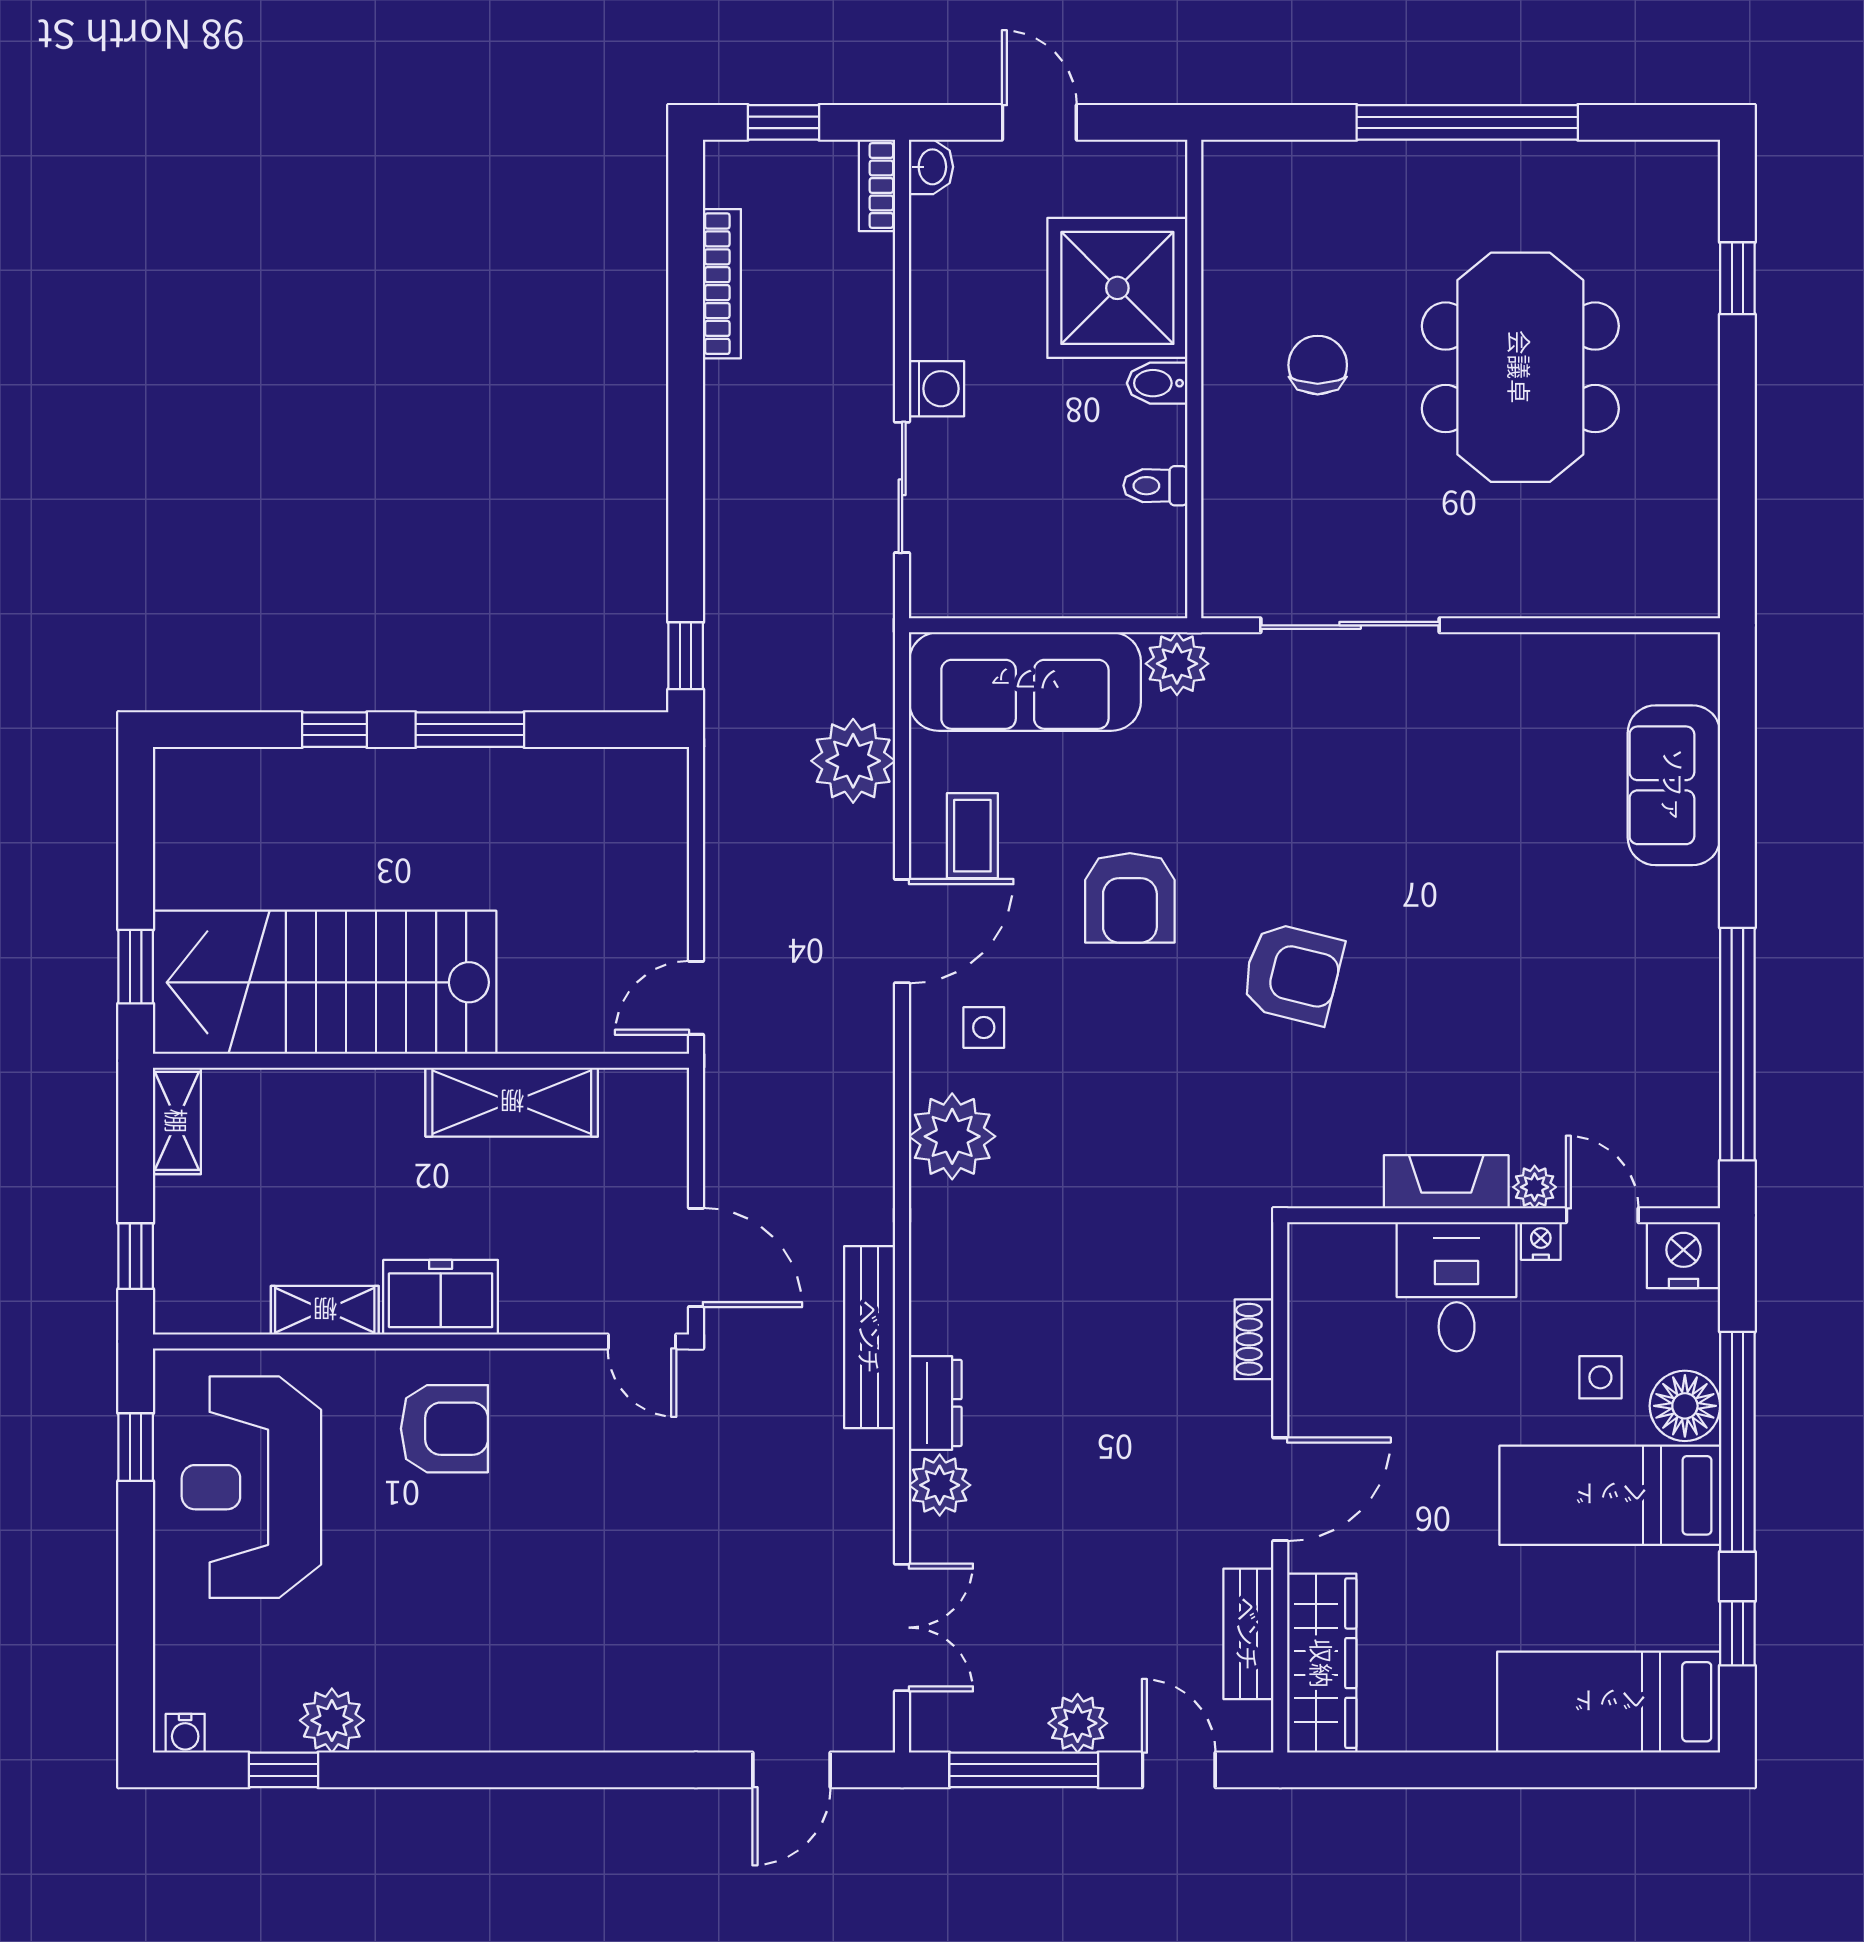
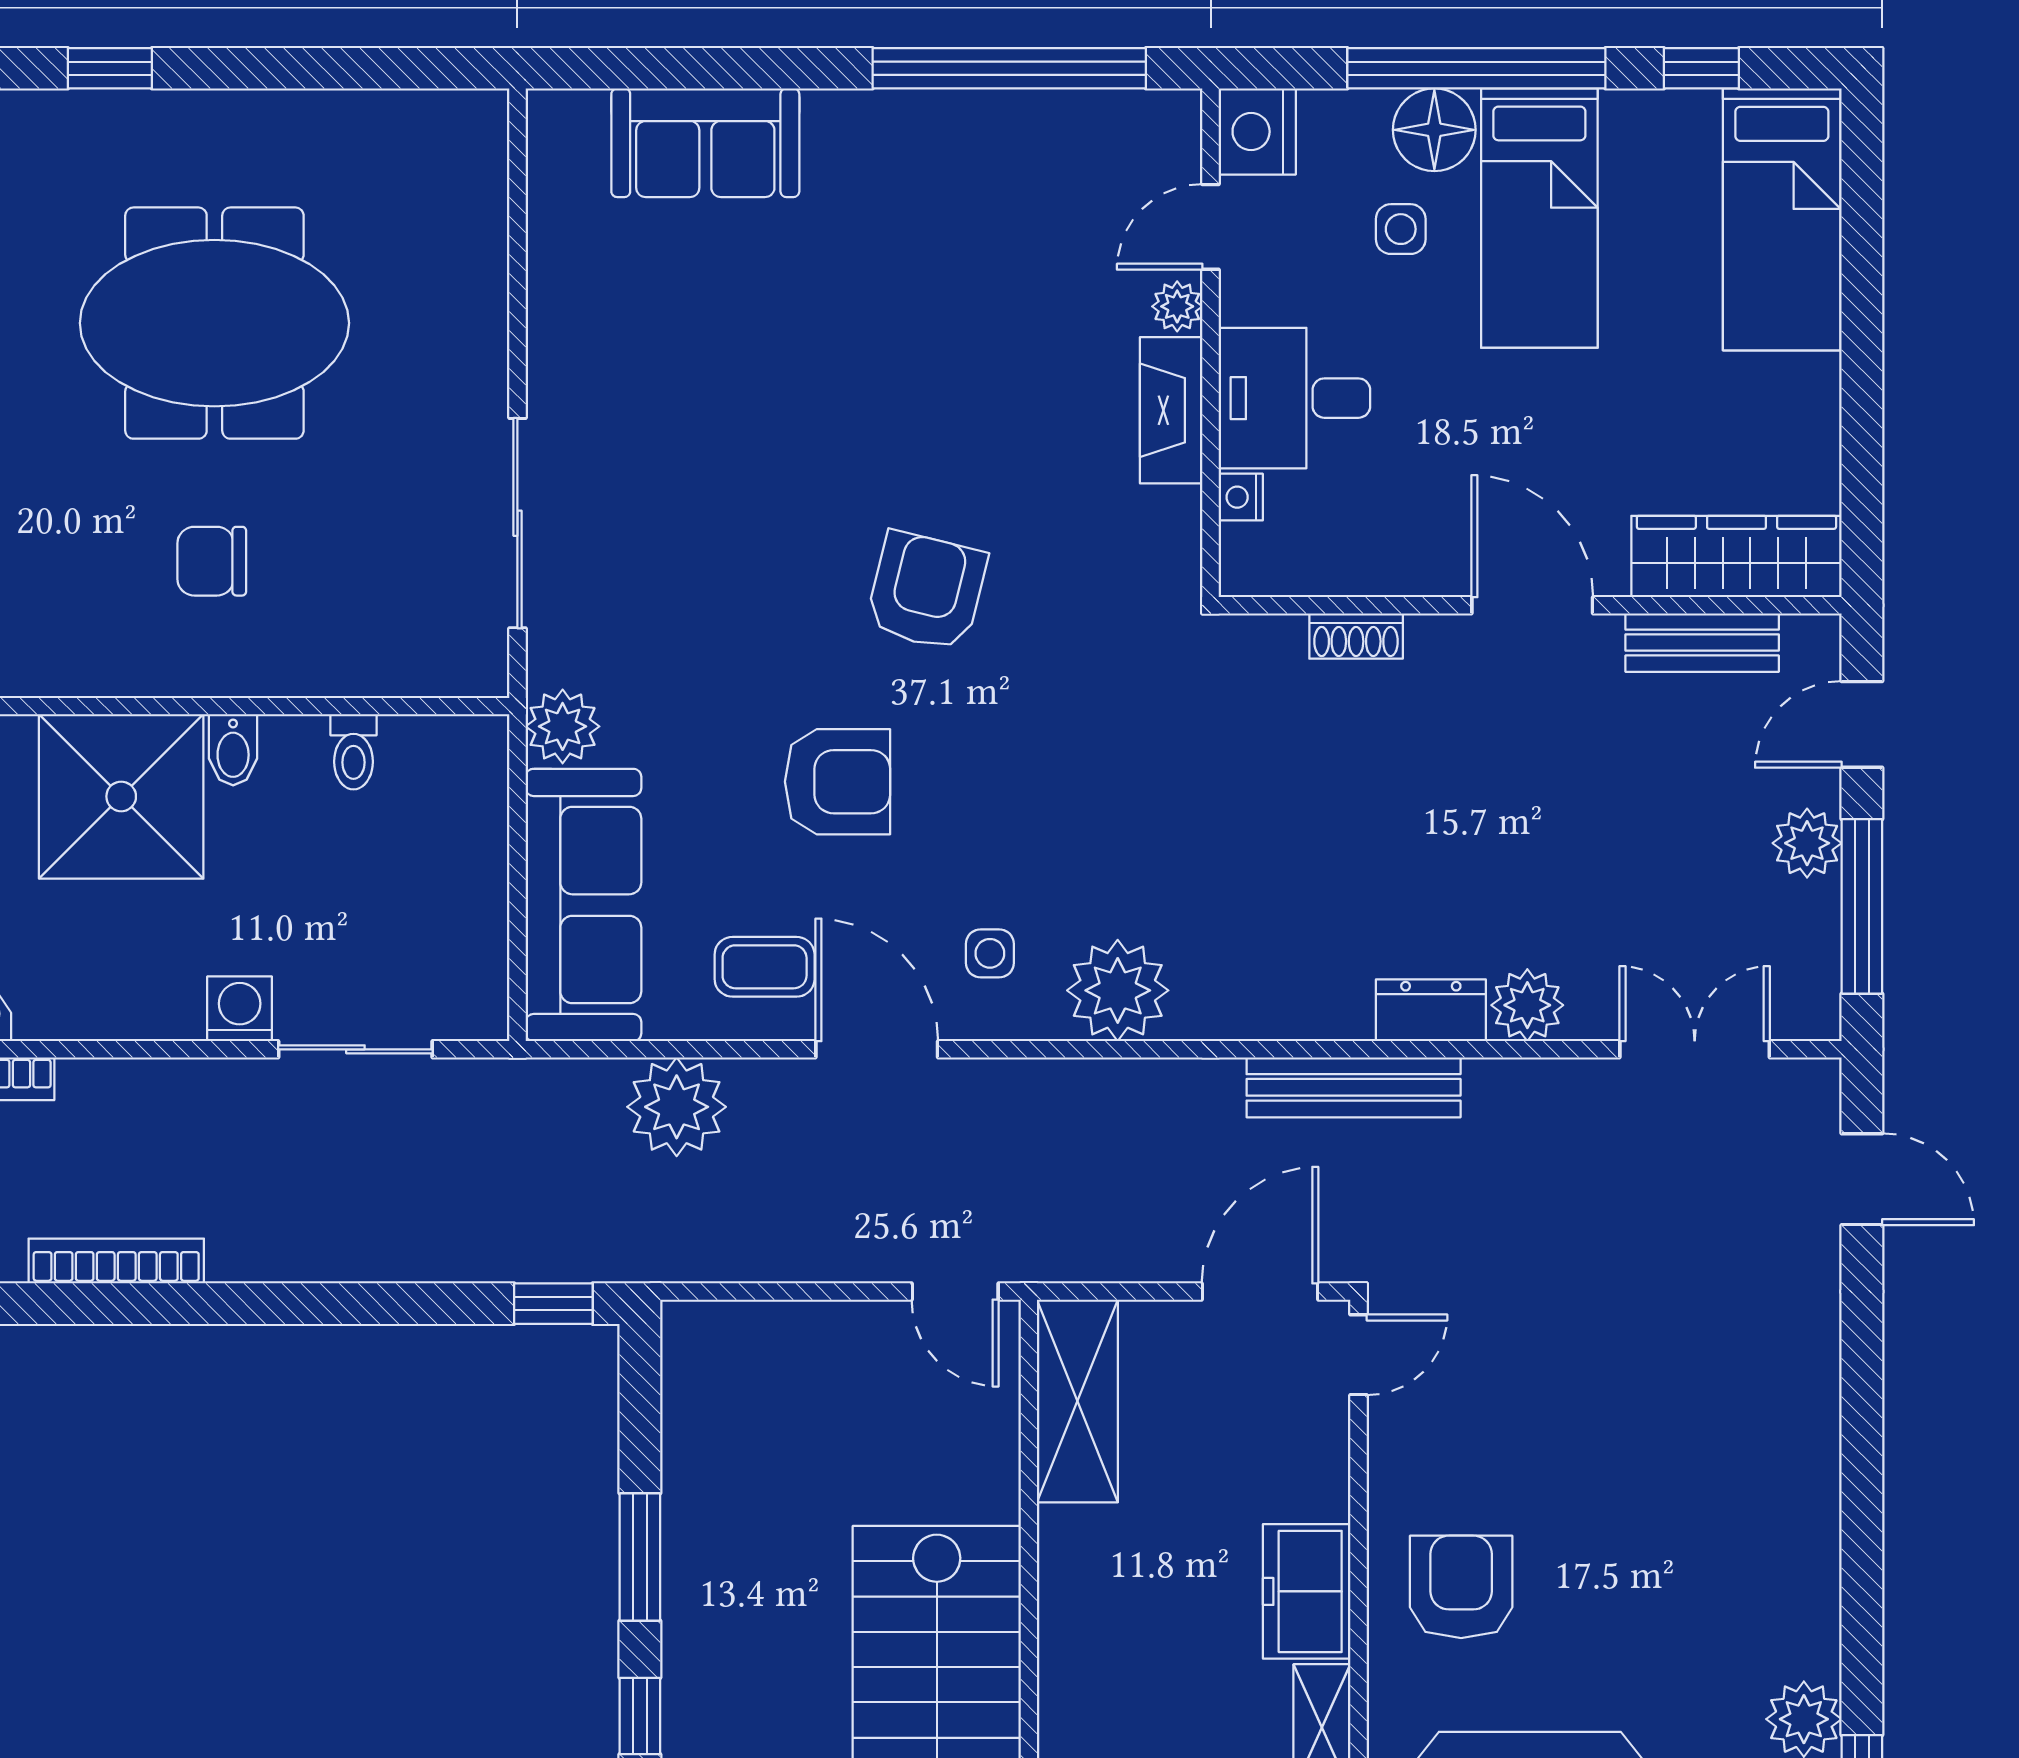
shelving: (512, 1102) -> (1077, 1401), moved
nightstand: (1541, 1241) -> (1241, 497), moved

